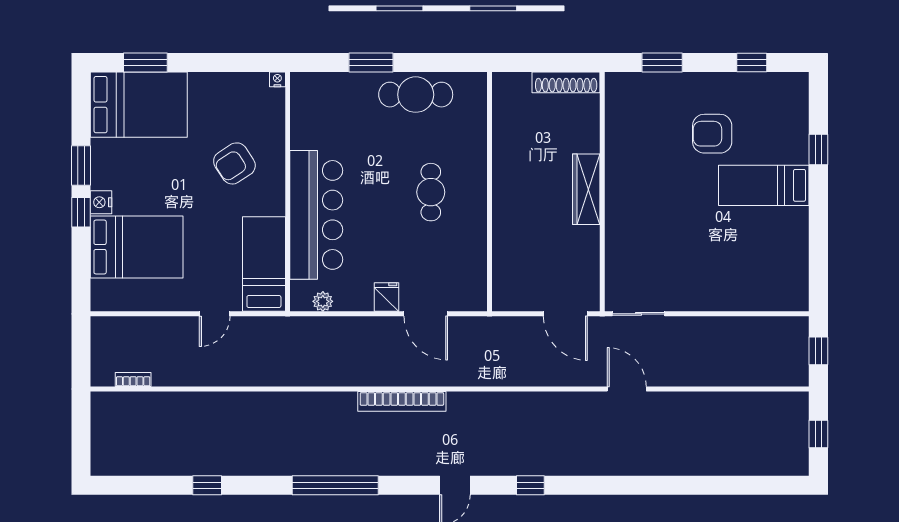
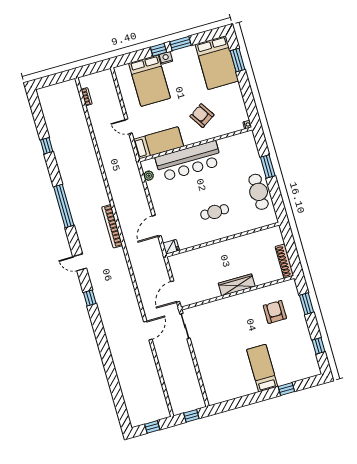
armchair: (712, 134) -> (275, 312), moved
fridge: (386, 297) -> (171, 247), moved

